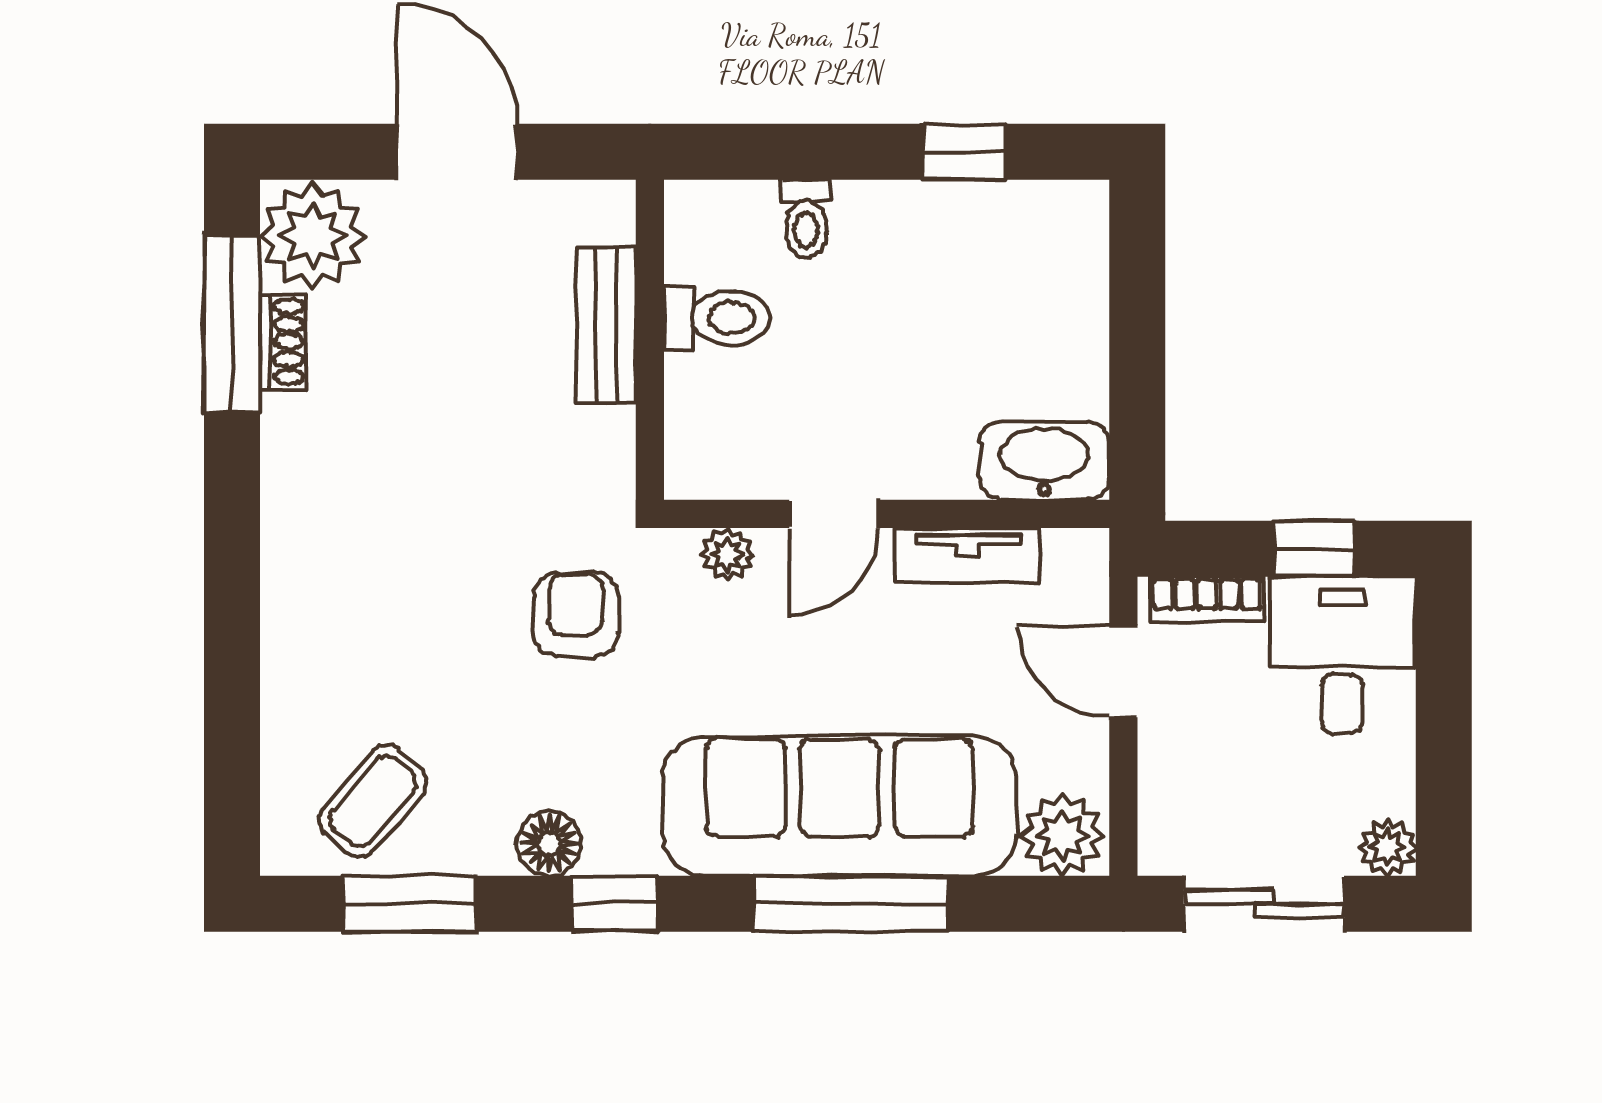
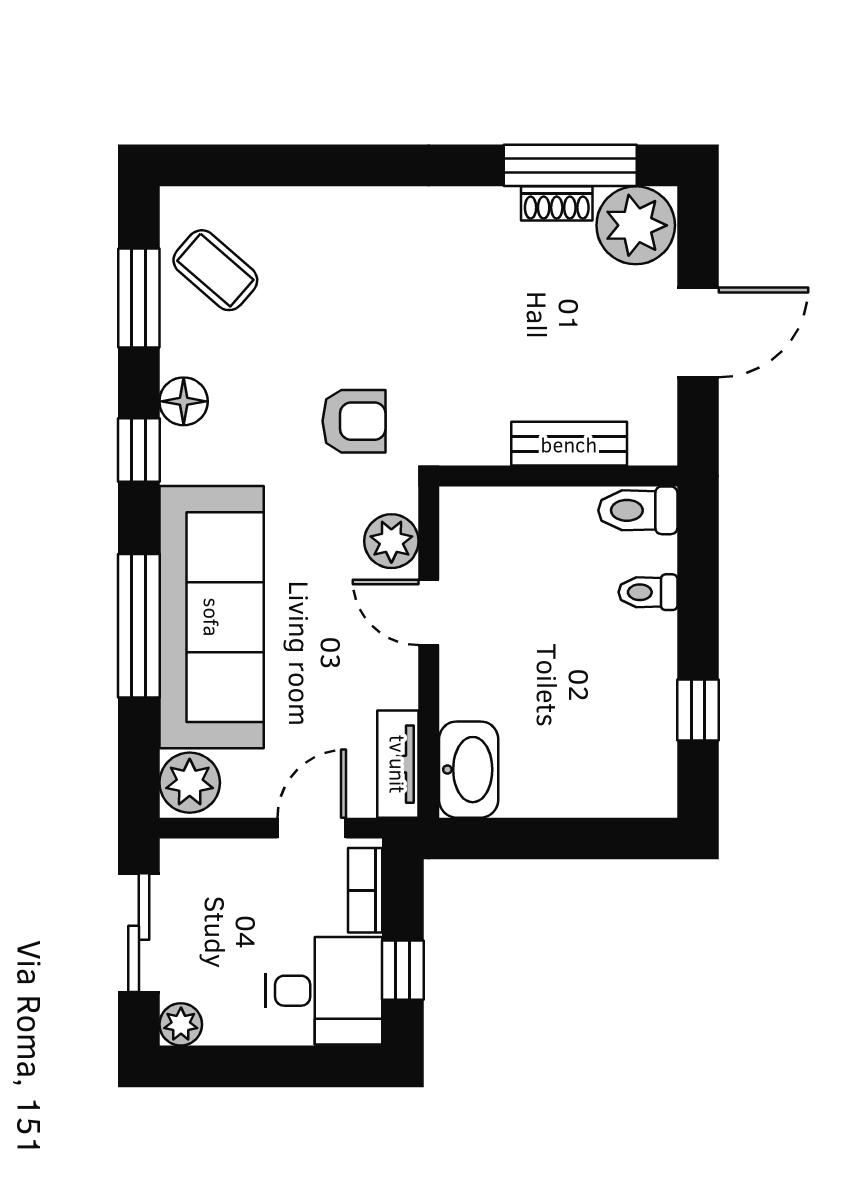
toilet: (717, 318) -> (638, 510), moved, turned 90
plant: (727, 554) -> (391, 541), width x1.38, depth x1.38
tv unit: (968, 555) -> (398, 764), moved

